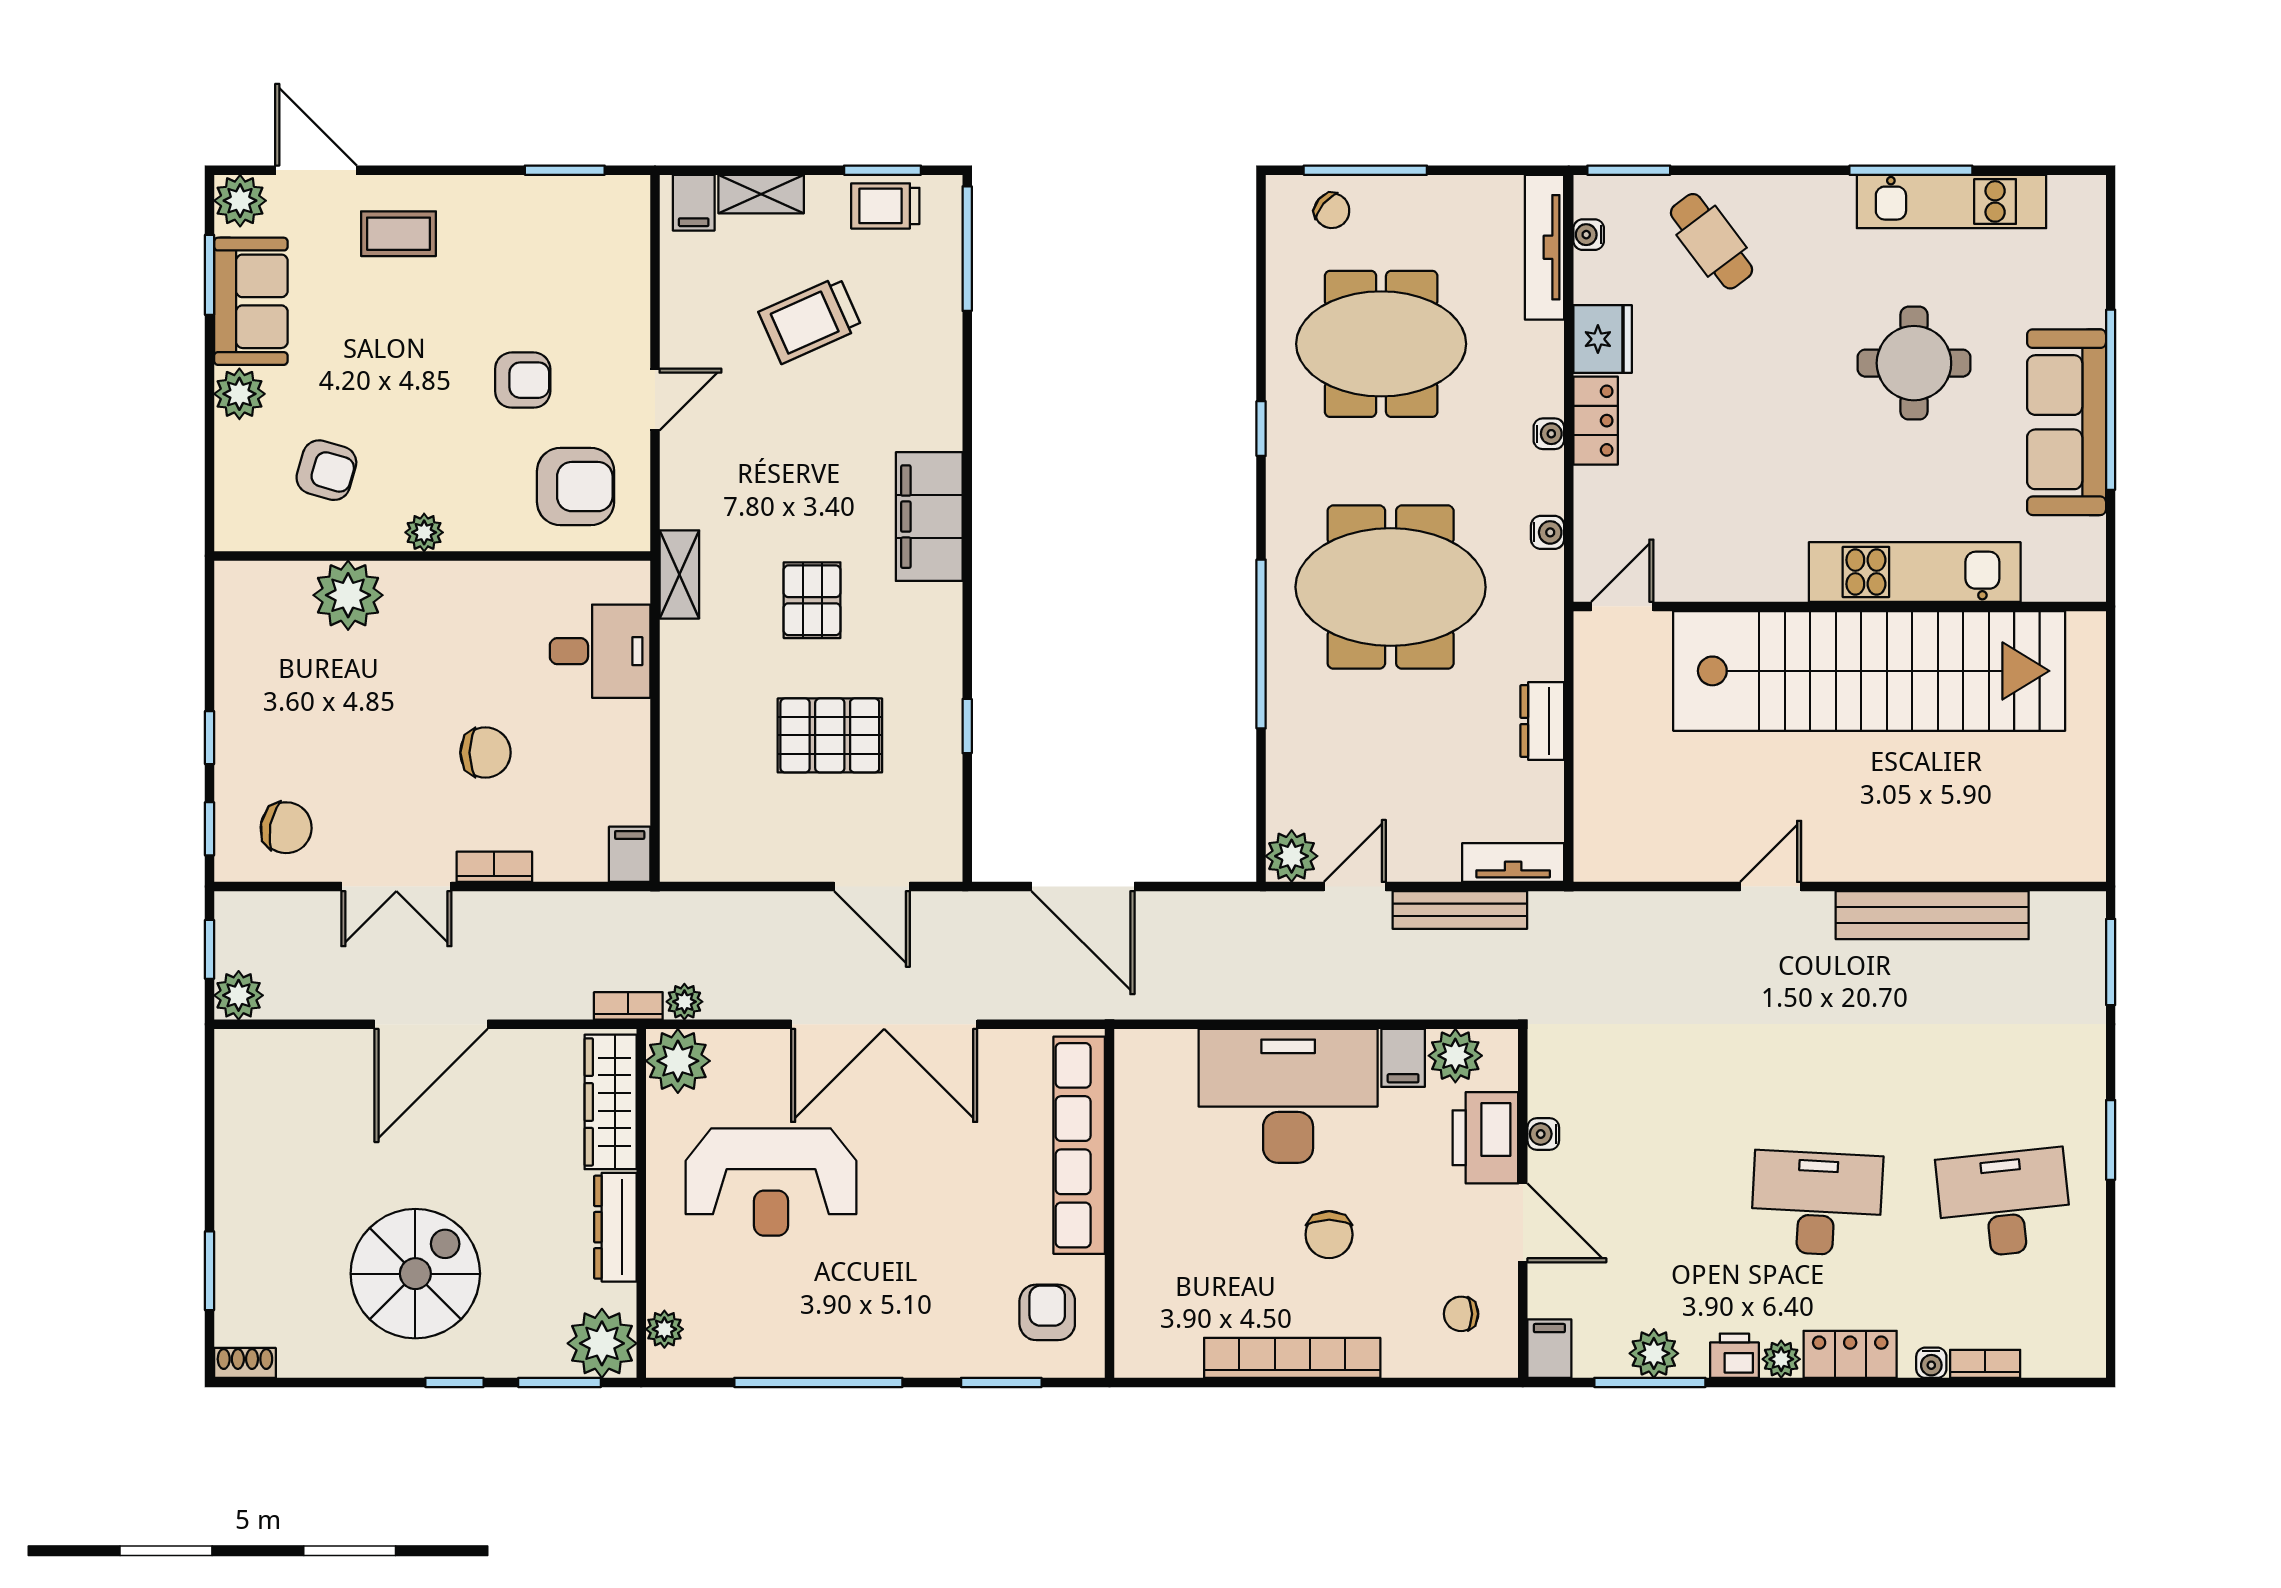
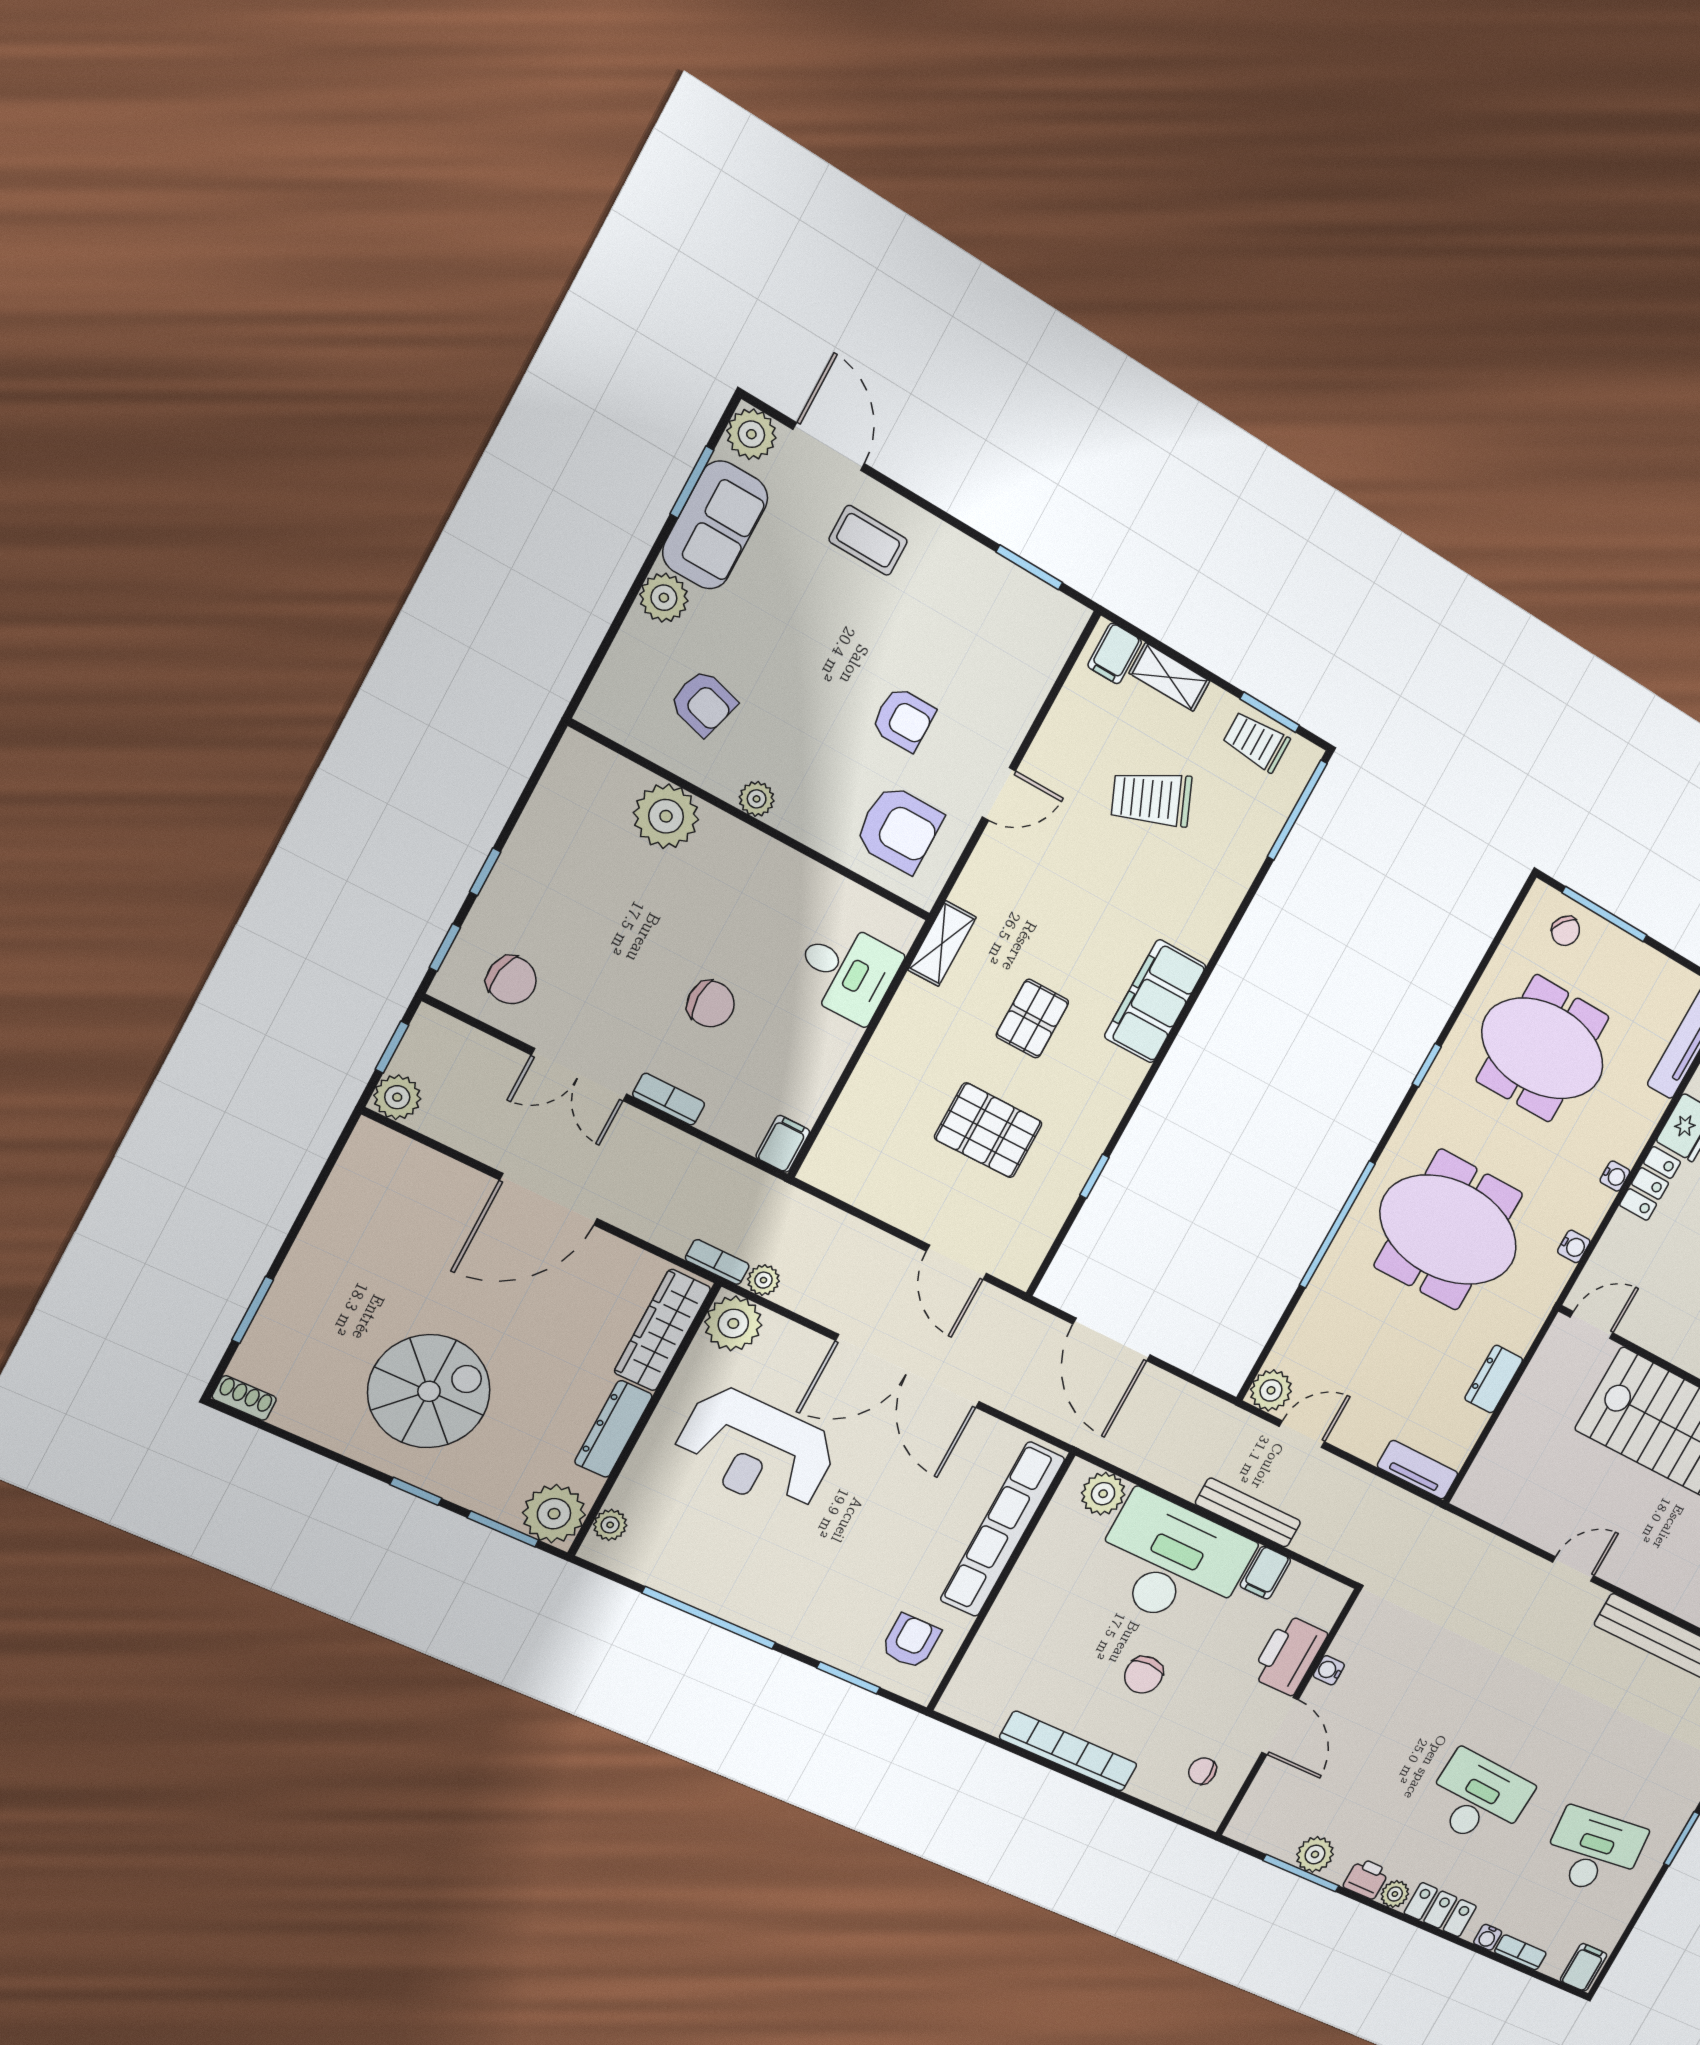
bench: (1460, 910) -> (1248, 1513), moved
plant: (1455, 1056) -> (1103, 1494), moved
filing cabinet: (1549, 1349) -> (1584, 1967), moved

